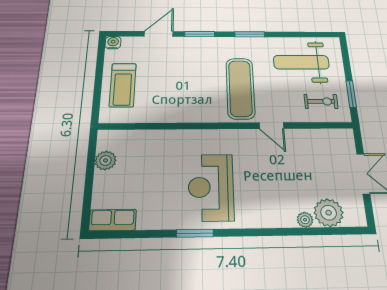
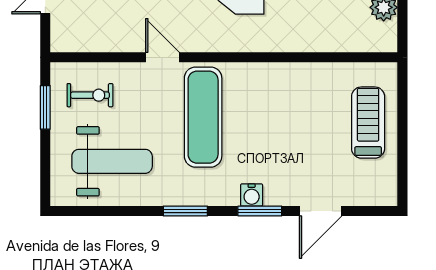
water cooler: (113, 43) -> (252, 195), moved
exercise bike: (321, 101) -> (90, 95), turned 180

